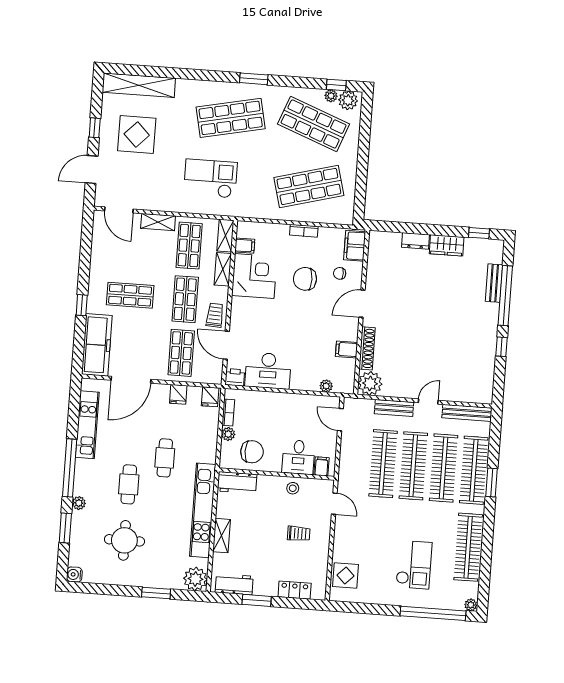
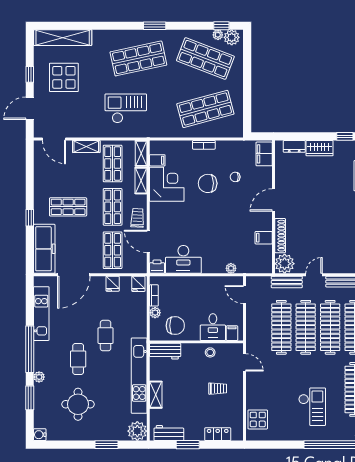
filing cabinet: (355, 246) -> (264, 154), moved
door: (362, 304) -> (273, 200), moved
wall: (361, 312) -> (273, 207), moved
shoe rack: (367, 348) -> (280, 236), moved
filing cabinet: (347, 349) -> (264, 238), moved
plant: (370, 383) -> (285, 264), moved

